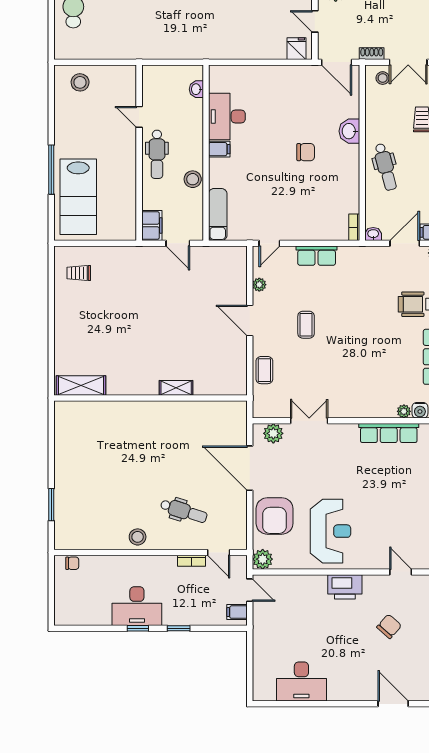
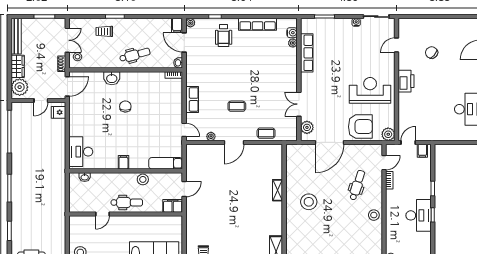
desk: (227, 116) -> (81, 152), moved, turned 90
stool: (158, 436) -> (309, 202), added

